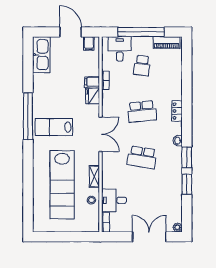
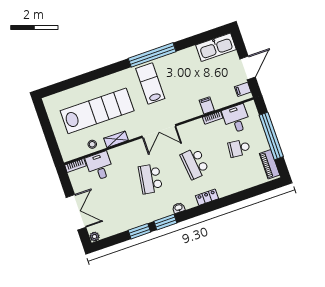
desk: (120, 49) -> (236, 119), moved, turned -90
fridge: (93, 96) -> (193, 111), removed
lab bench: (62, 185) -> (97, 111), turned 180

